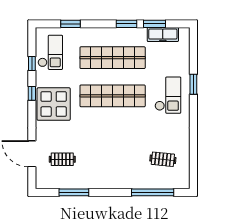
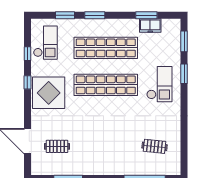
window: (126, 24) -> (95, 15), moved
freezer: (163, 35) -> (150, 25), width x0.71
window: (193, 51) -> (184, 41), added

